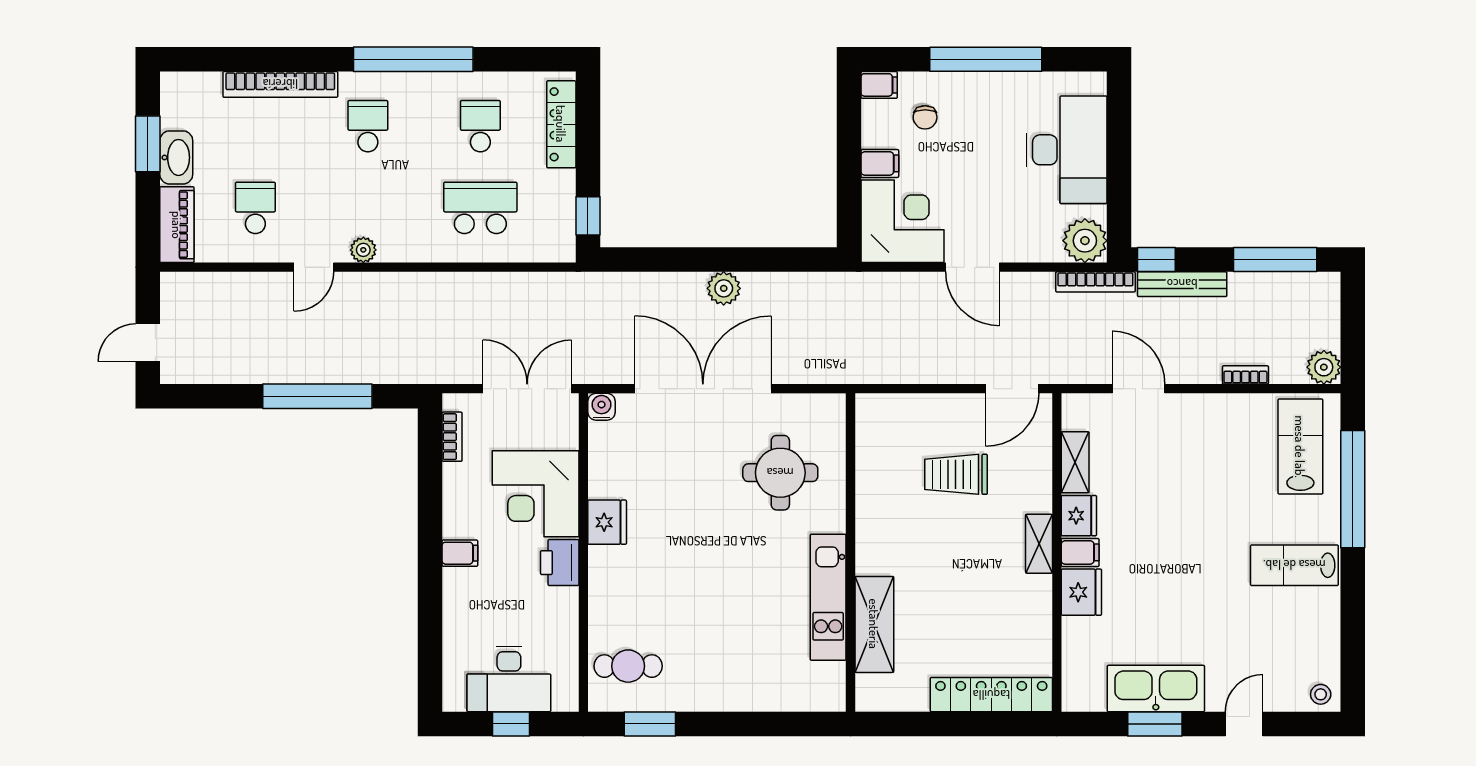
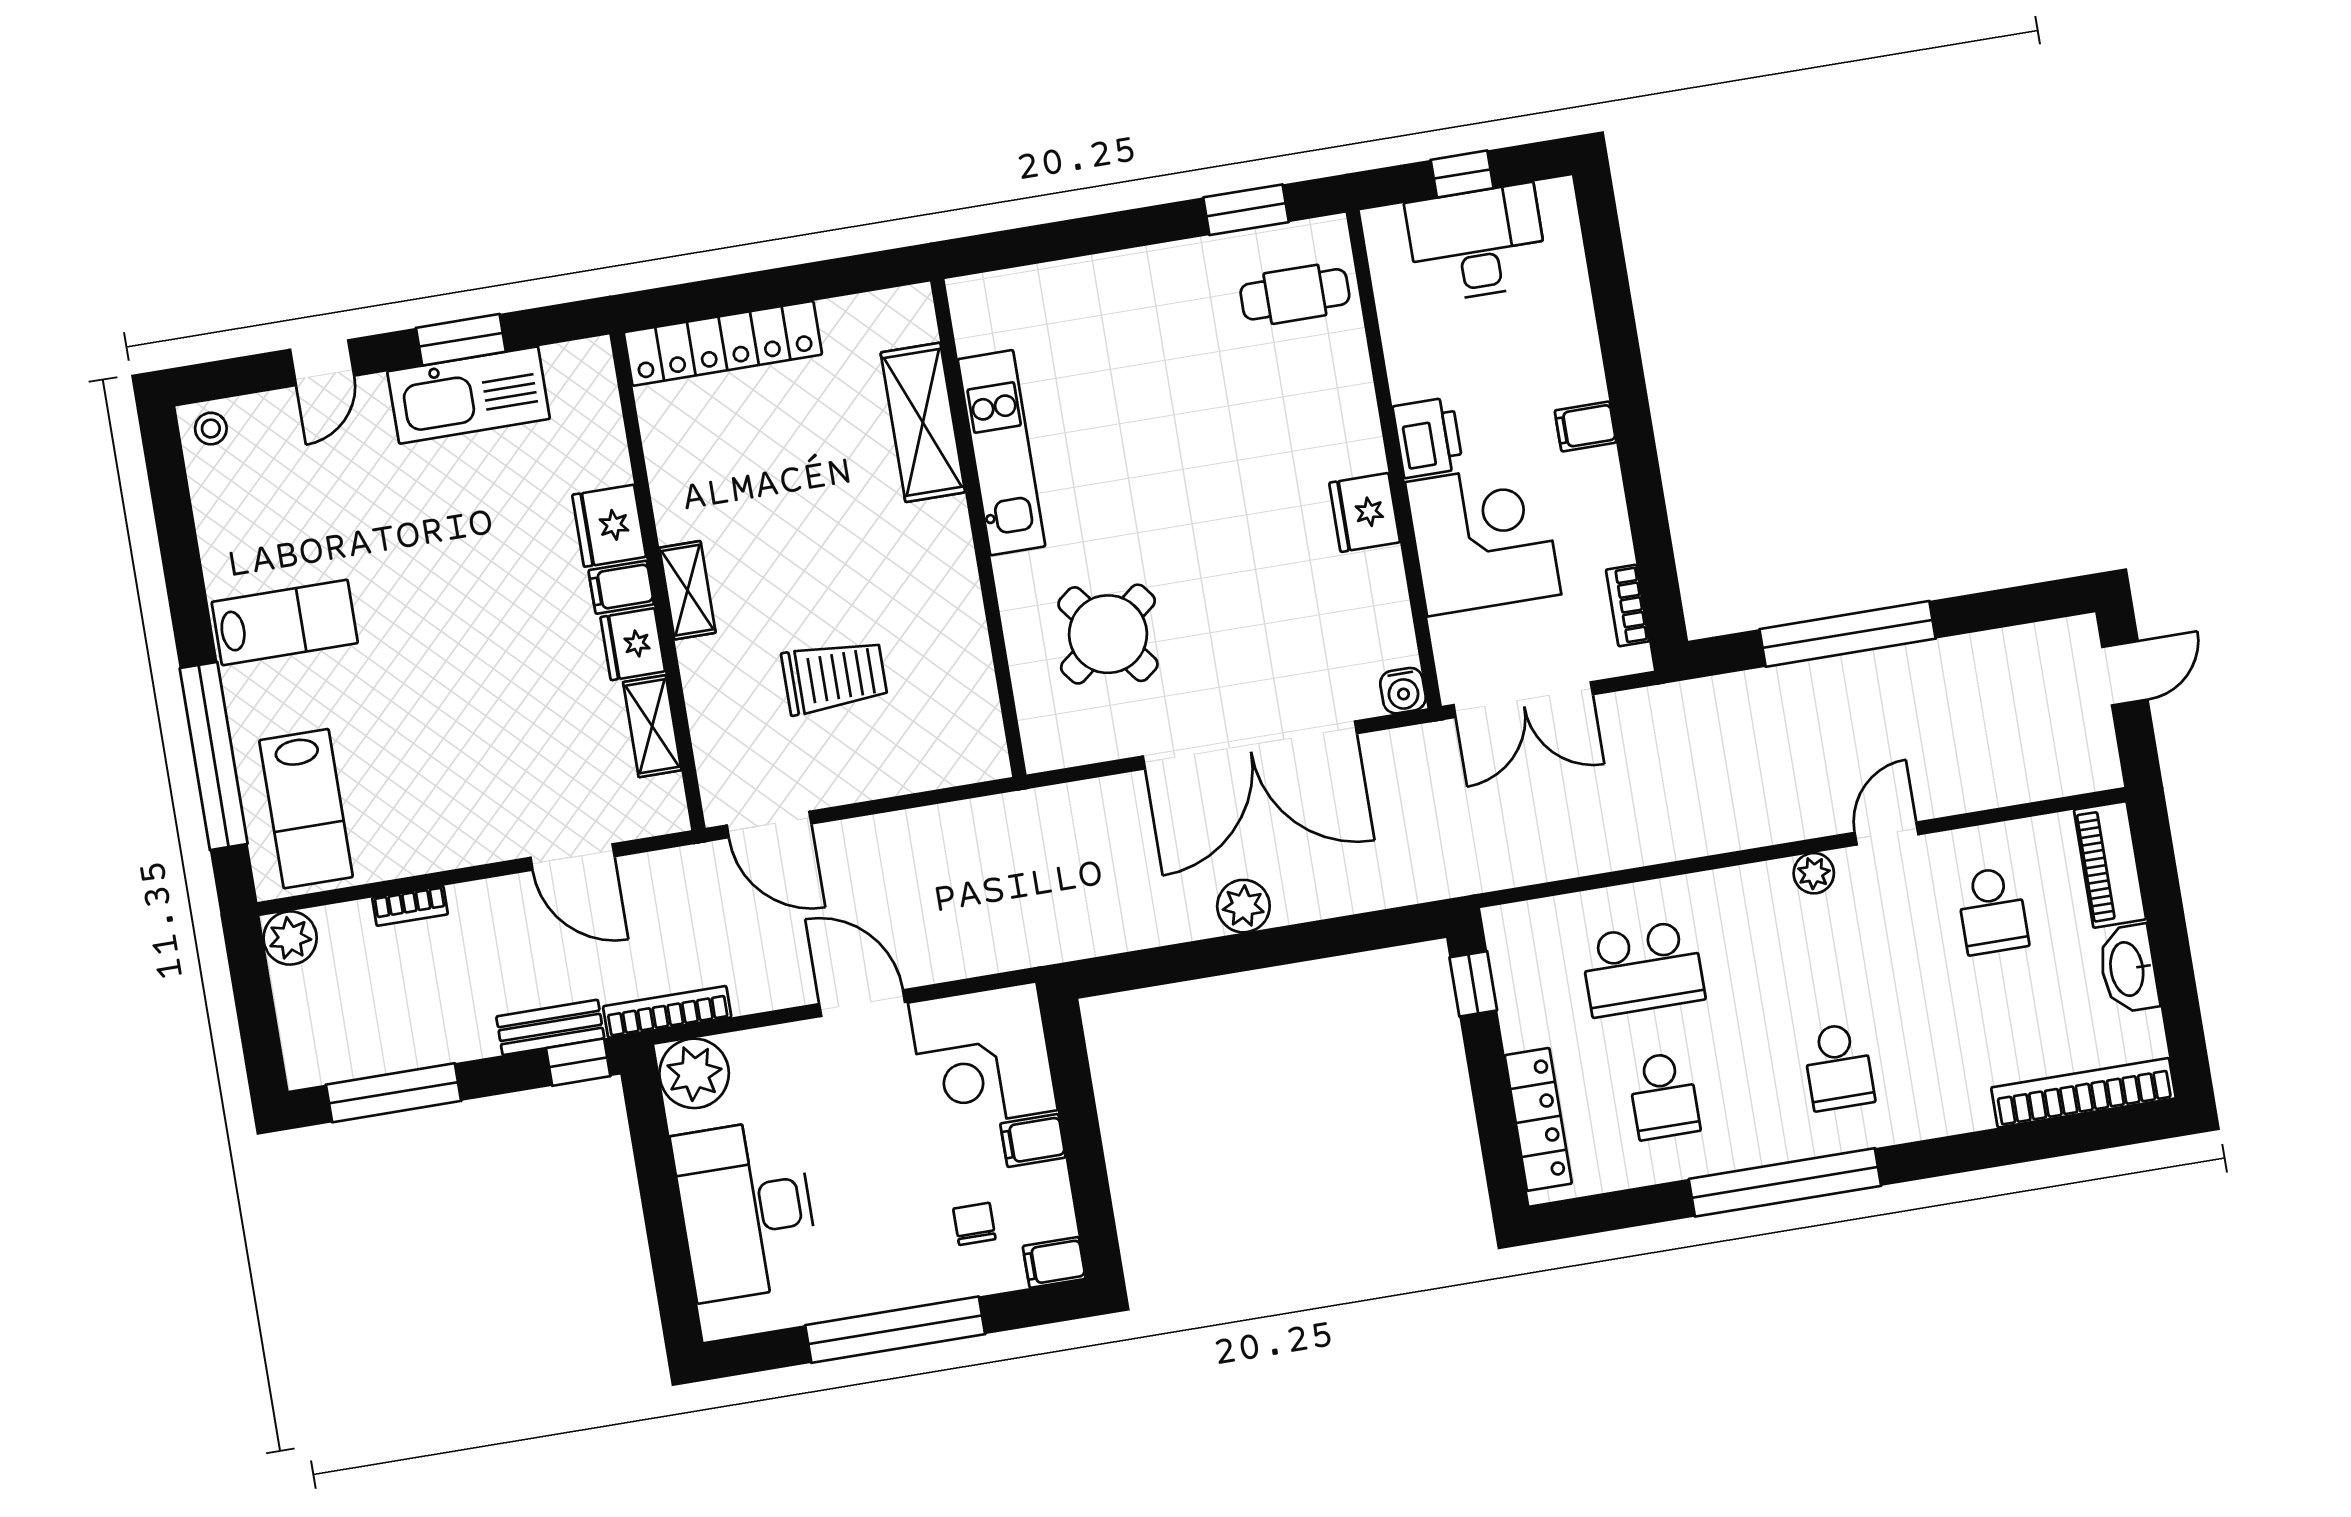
bookcase: (280, 84) -> (2083, 1093), moved
window: (148, 144) -> (2176, 983), removed
bench: (1182, 284) -> (550, 1027), width x0.73
door: (1012, 389) -> (769, 825), swing flipped
round table: (780, 473) -> (1108, 634), turned -38

